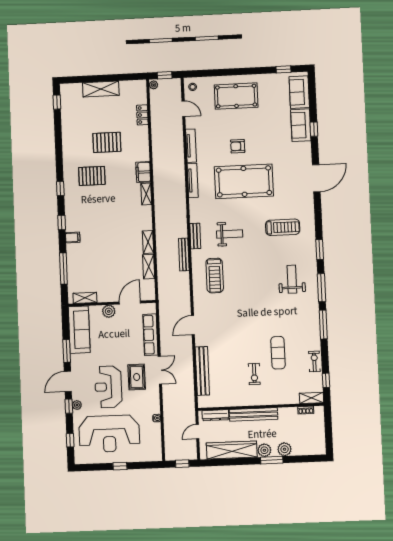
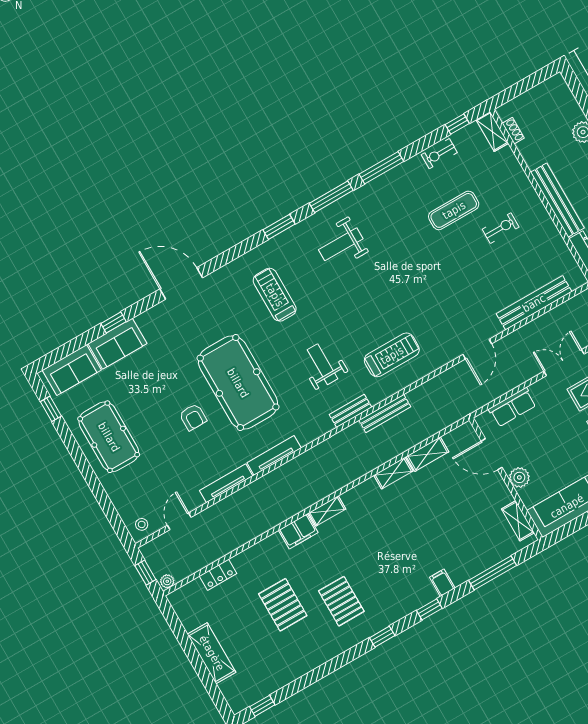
pool table: (236, 96) -> (109, 437), moved
door: (193, 325) -> (477, 349), hinge flipped
row of seats: (150, 335) -> (512, 407), width x0.68

